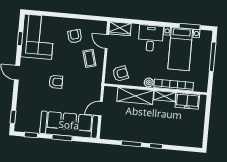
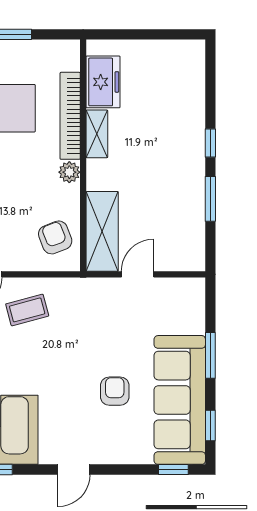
armchair: (56, 82) -> (115, 391), moved
shelving: (135, 96) -> (102, 231), moved
door: (101, 109) -> (138, 274), swing flipped
sofa: (69, 125) -> (180, 400), moved

